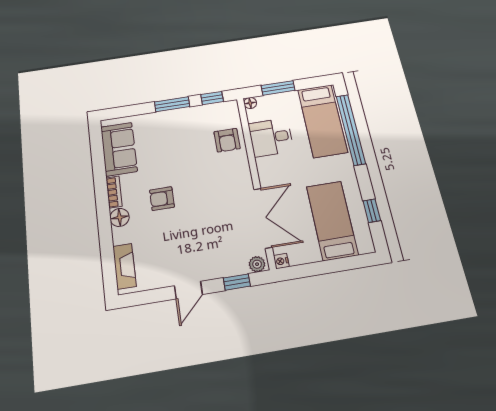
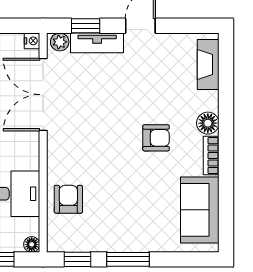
tv unit: (224, 269) -> (97, 43), added

